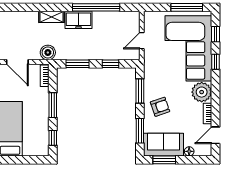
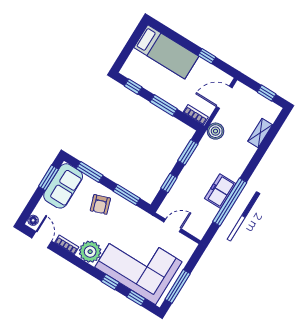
shelving: (51, 17) -> (260, 133), moved
freezer: (79, 20) -> (220, 191), moved
door: (142, 41) -> (172, 225), hinge flipped
floor lamp: (189, 151) -> (33, 220), moved

